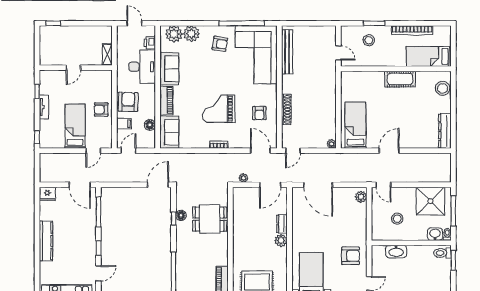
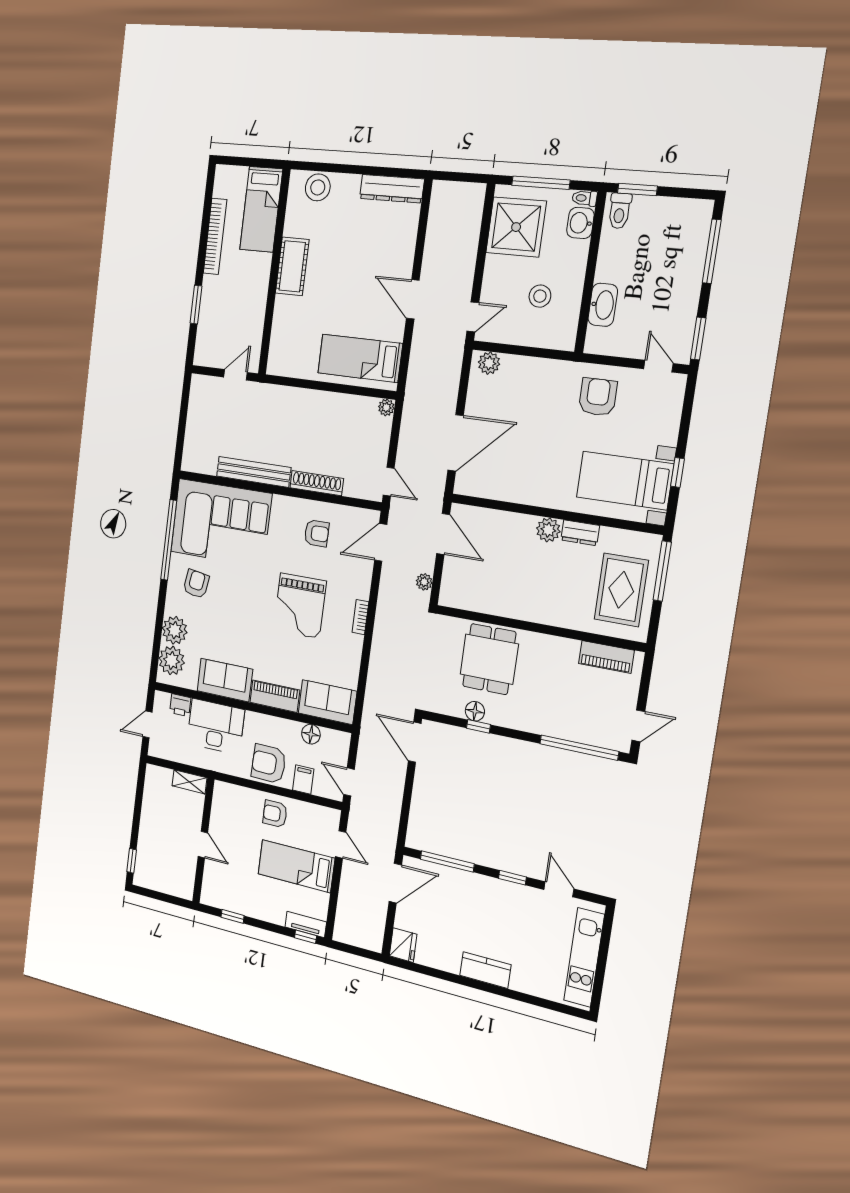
stool: (369, 40) -> (222, 317), removed
bench: (287, 52) -> (254, 472), moved
tv unit: (44, 107) -> (306, 924), moved
armchair: (101, 110) -> (275, 814), turned 90
dresser: (282, 224) -> (580, 533), moved
kitchen counter: (46, 241) -> (485, 970), width x0.67

